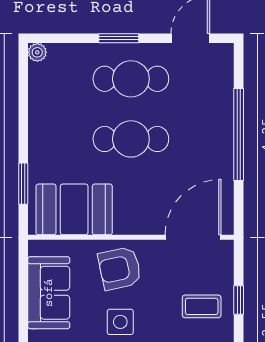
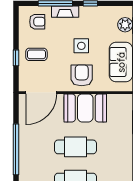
booth: (74, 209) -> (85, 108), moved
armchair: (120, 268) -> (82, 75), turned -78

